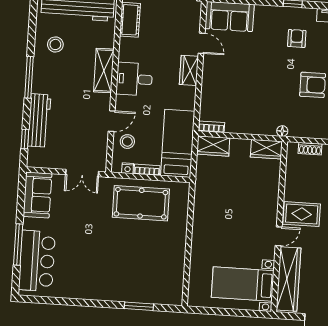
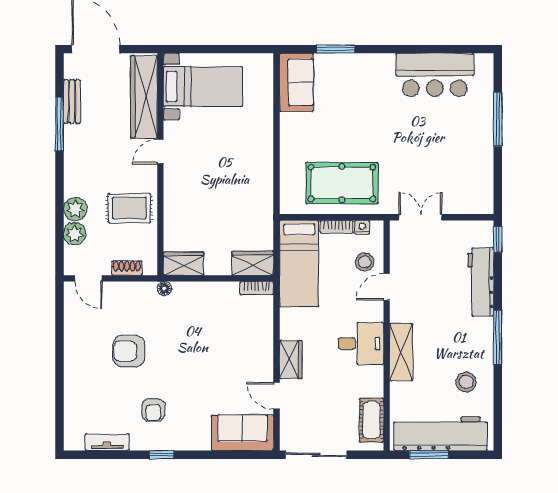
window: (25, 139) -> (498, 239), moved
sofa: (37, 195) -> (296, 82), moved, turned 180
rug: (302, 214) -> (129, 208), moved
bar counter: (37, 261) -> (435, 75), moved, turned -90

